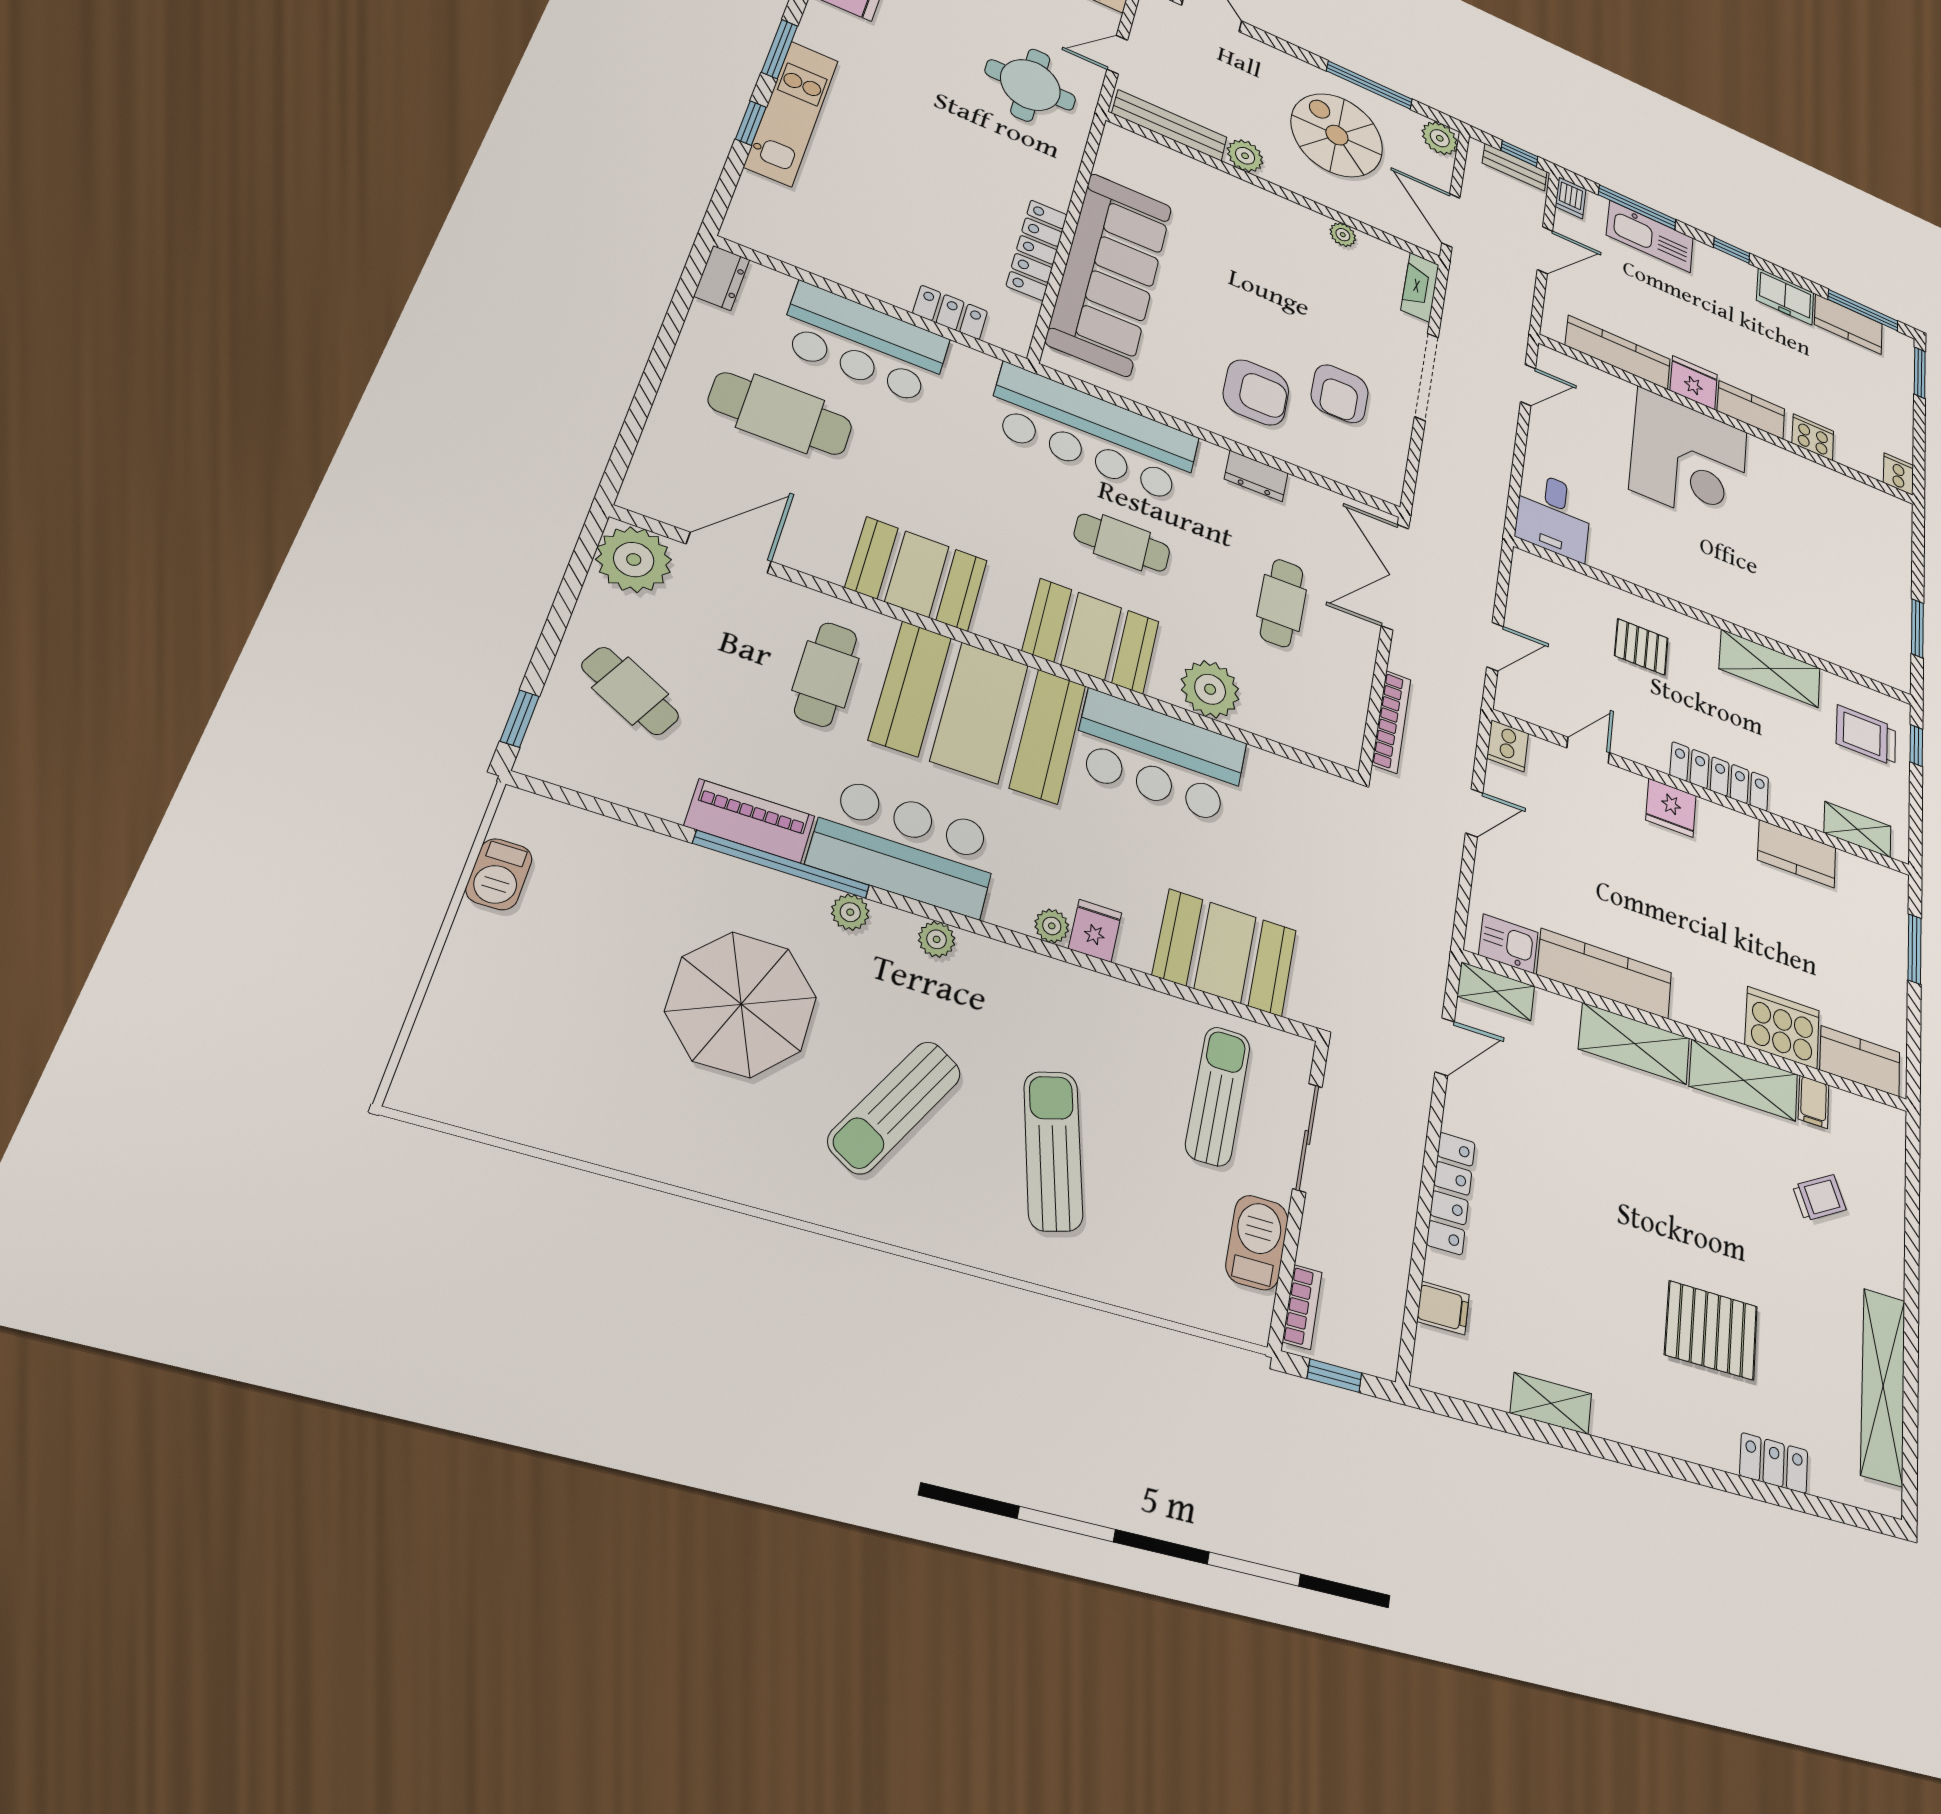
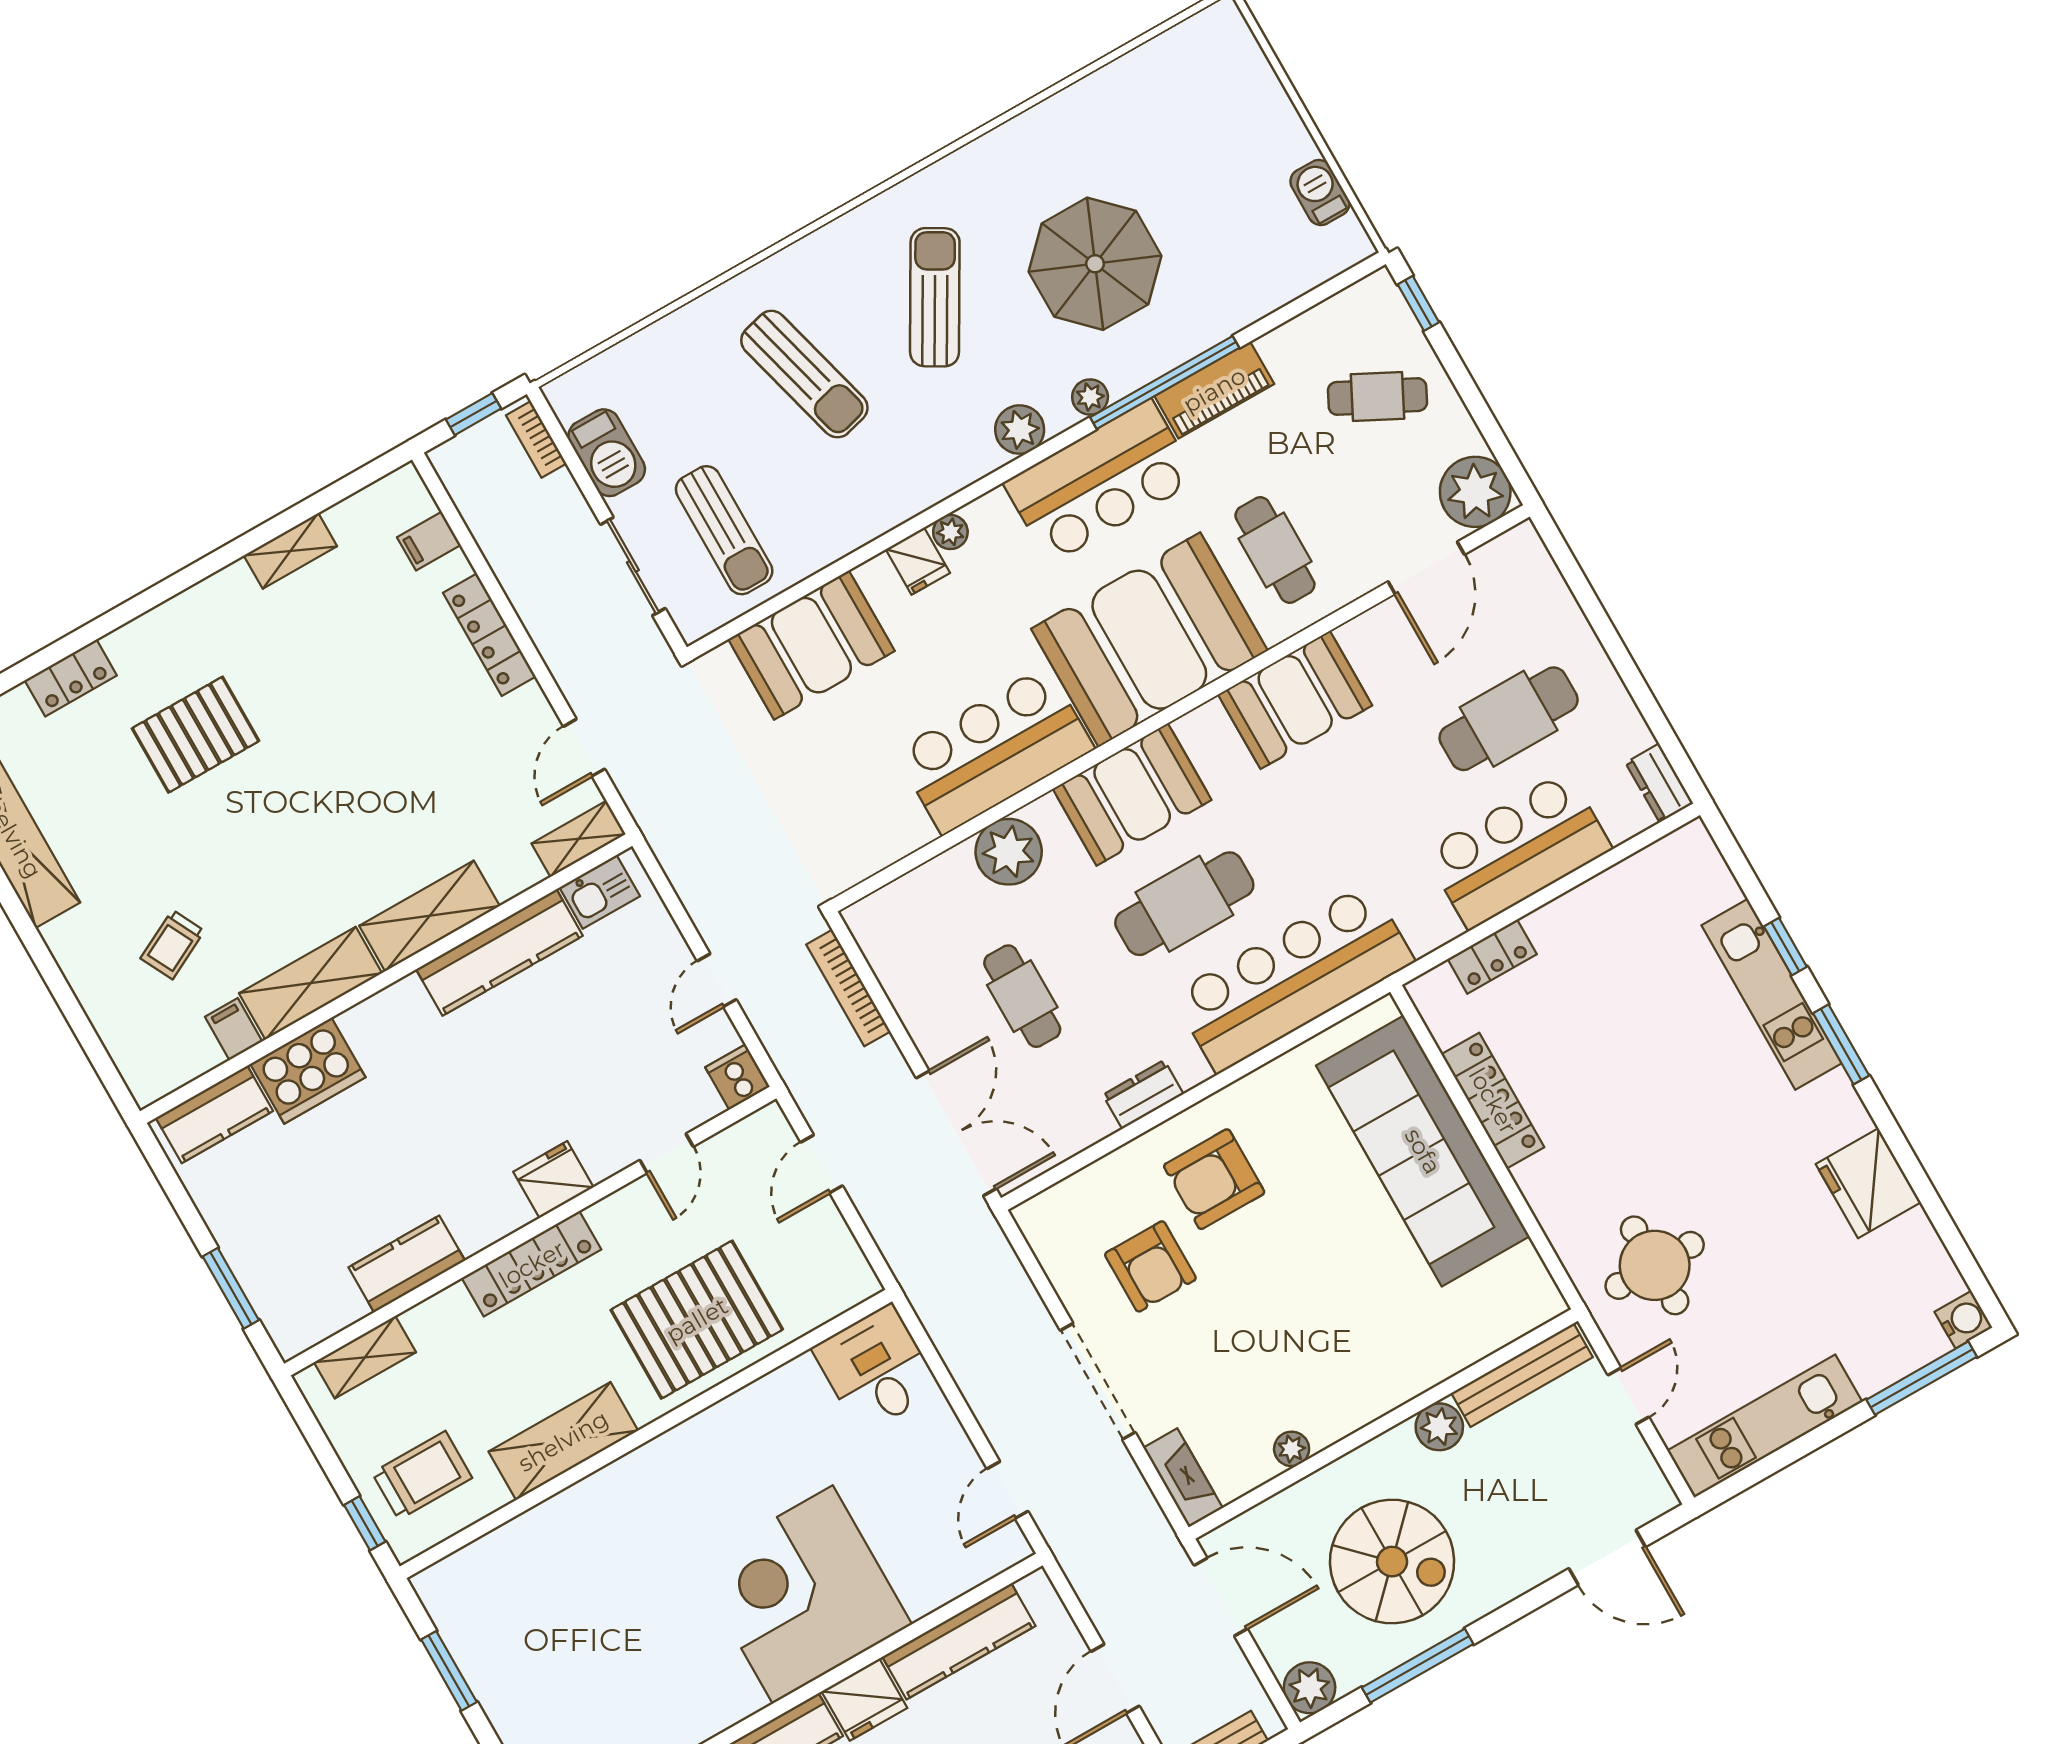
armchair: (1340, 394) -> (1150, 1266), turned 180
cafe table: (1122, 543) -> (1184, 904), width x1.37, depth x1.35
pallet: (1641, 647) -> (697, 1320), width x2.05, depth x2.00
plant: (937, 939) -> (1020, 430), width x1.38, depth x1.38

